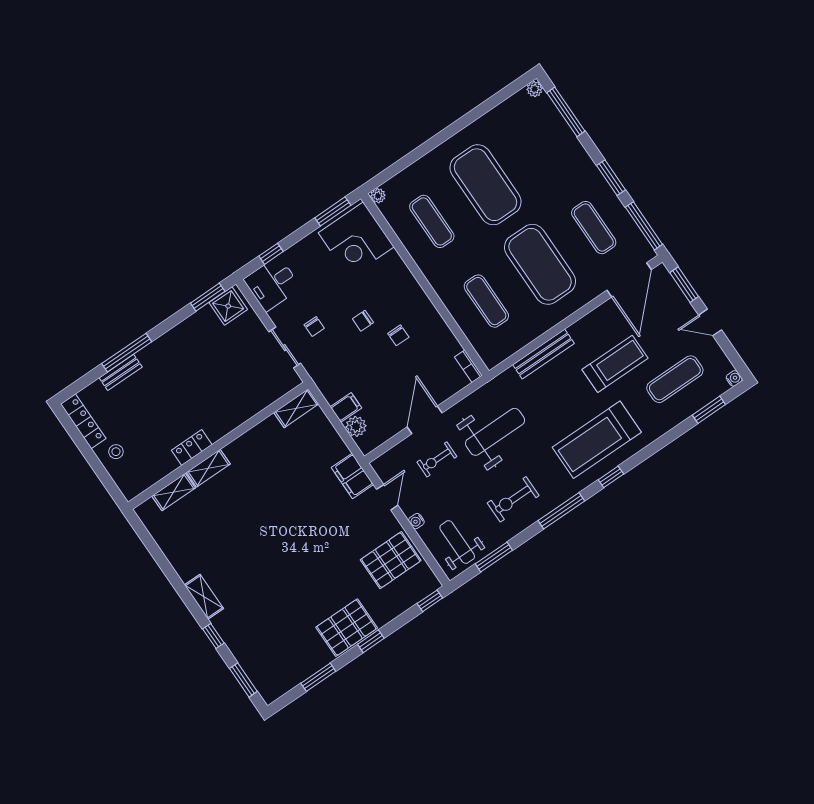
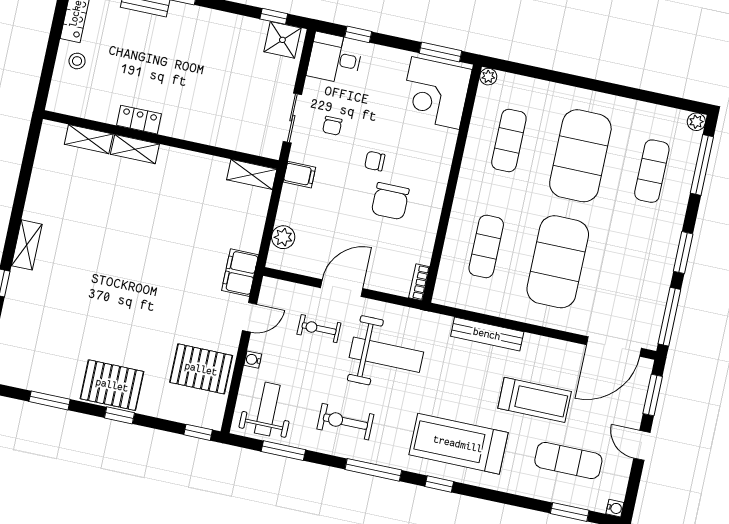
exercise mat: (594, 228) -> (652, 171), moved
window: (208, 297) -> (274, 16), width x0.67
chair: (398, 335) -> (390, 201), width x1.87, depth x1.87
filing cabinet: (346, 407) -> (299, 175), moved

